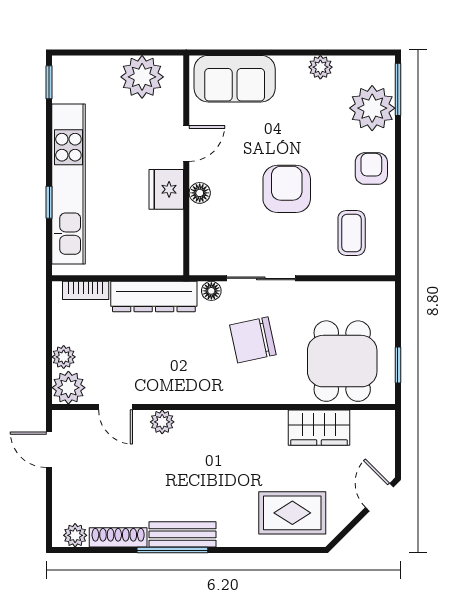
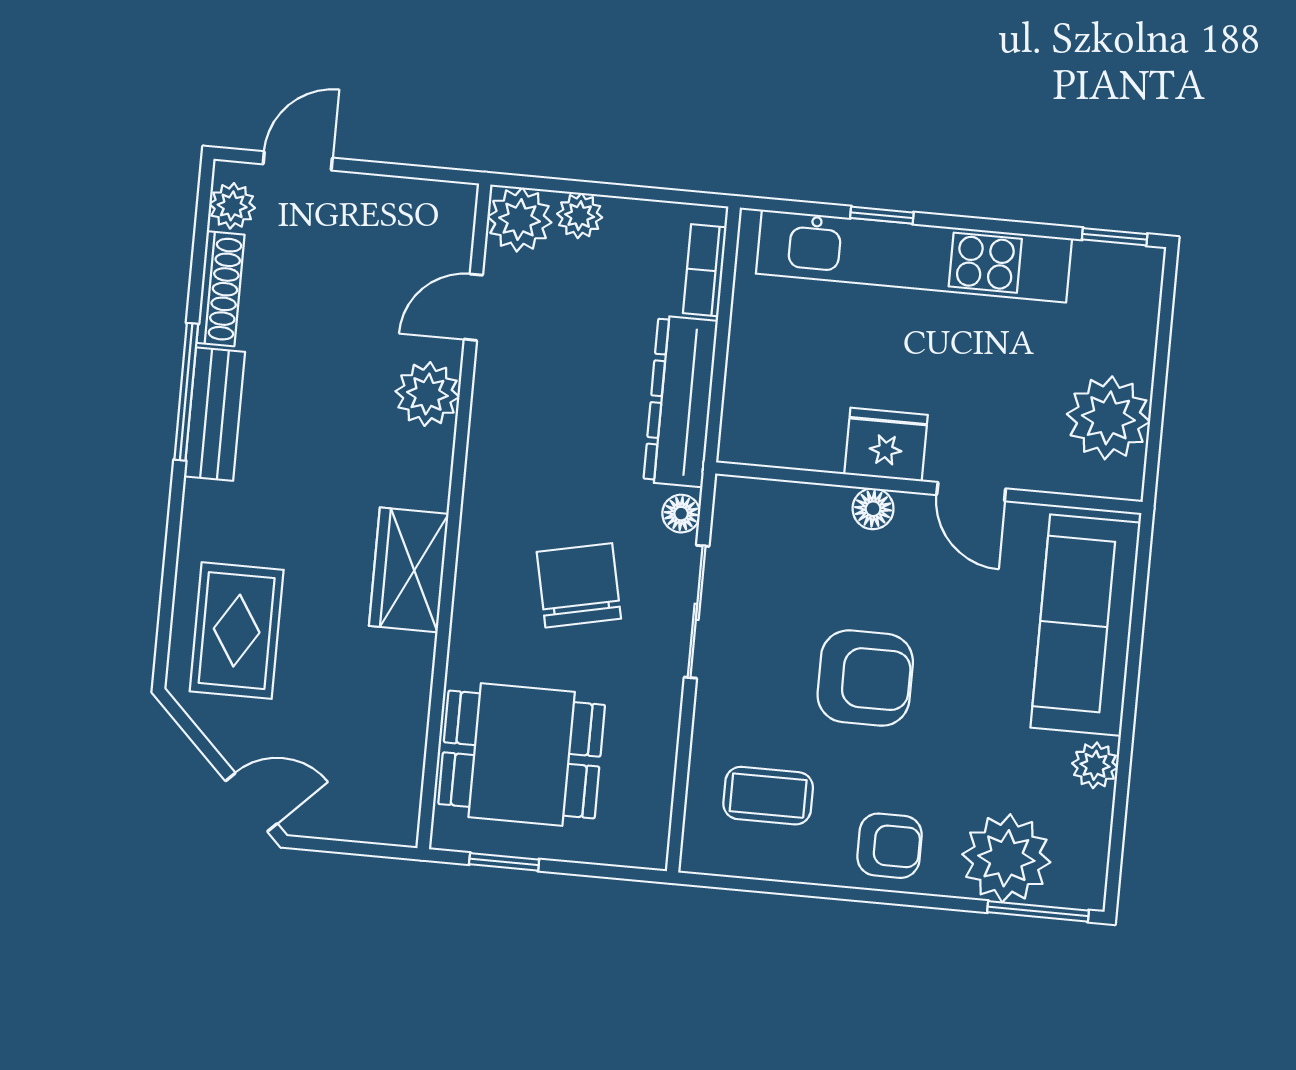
sofa: (235, 79) -> (1085, 625), width x1.36
plant: (162, 422) -> (427, 394), width x1.38, depth x1.38
wardrobe: (319, 428) -> (409, 570), moved
door: (49, 450) -> (298, 161), moved

